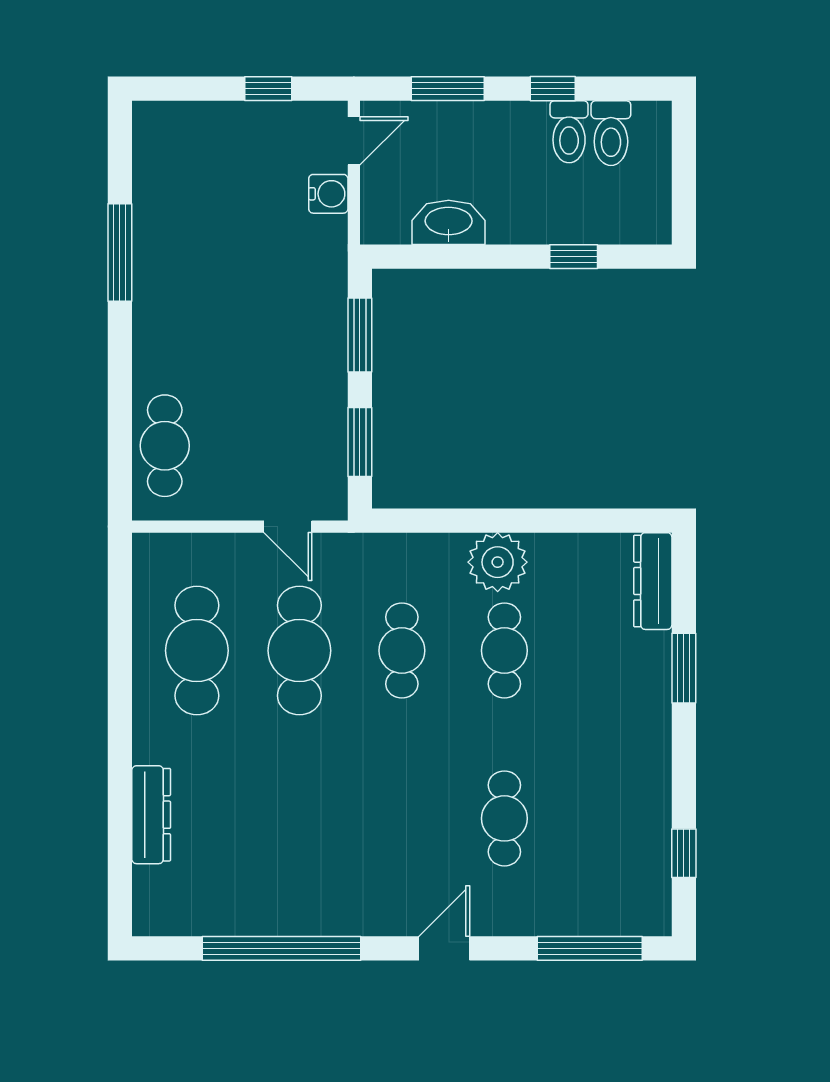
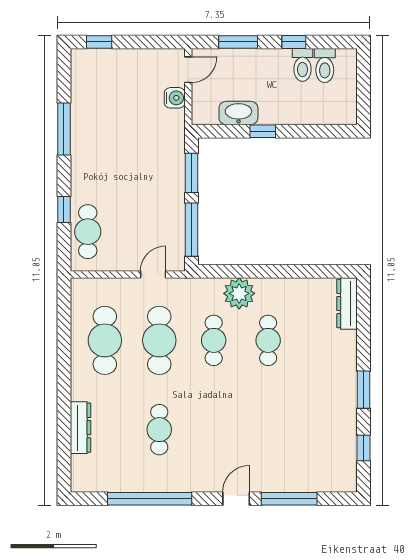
window: (268, 89) -> (99, 42), moved
window: (574, 257) -> (263, 131), moved
window: (120, 404) -> (64, 210), added
window: (360, 442) -> (191, 230), width x1.44
door: (288, 527) -> (153, 275), swing flipped
plant: (498, 562) -> (239, 293), moved
window: (684, 668) -> (363, 390), moved
cafe table: (504, 818) -> (159, 430), moved
window: (590, 948) -> (289, 499), moved

